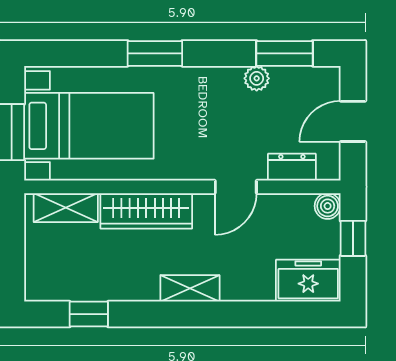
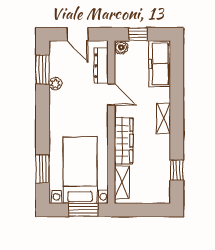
window: (155, 53) -> (43, 169), moved
dresser: (292, 167) -> (101, 66), width x1.44
freezer: (308, 281) -> (160, 64), width x1.40

